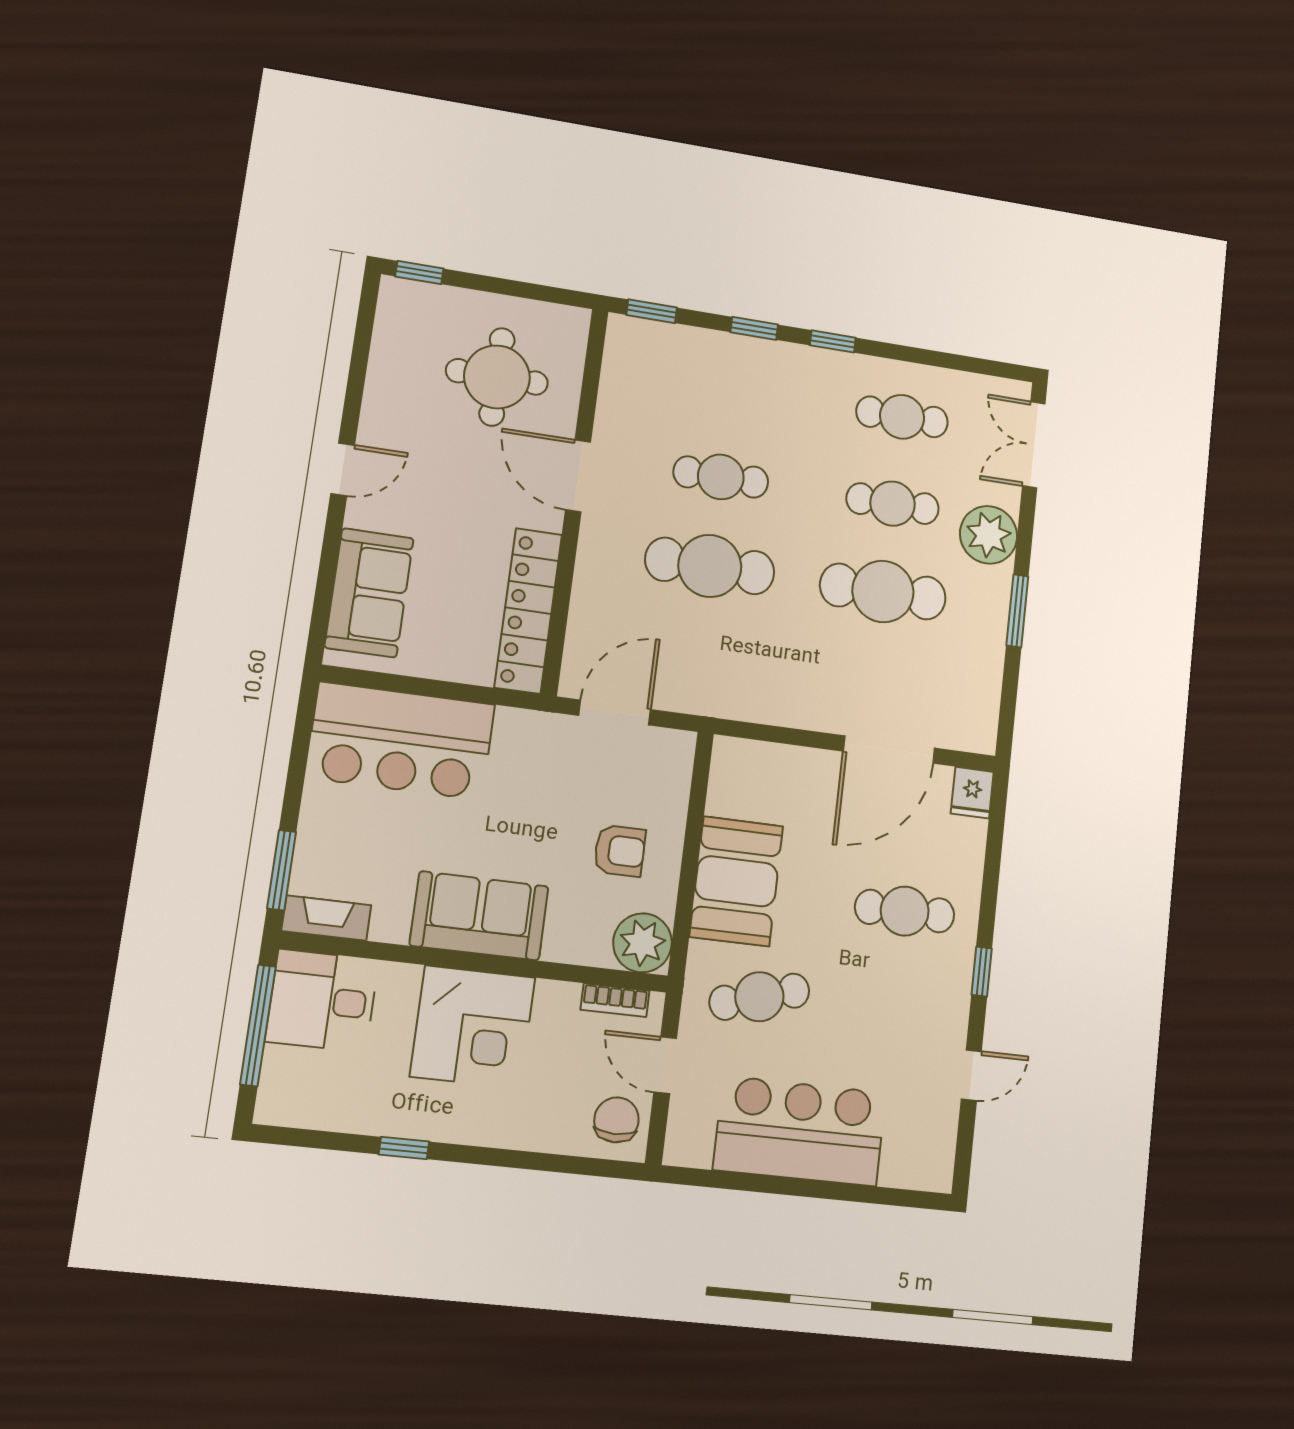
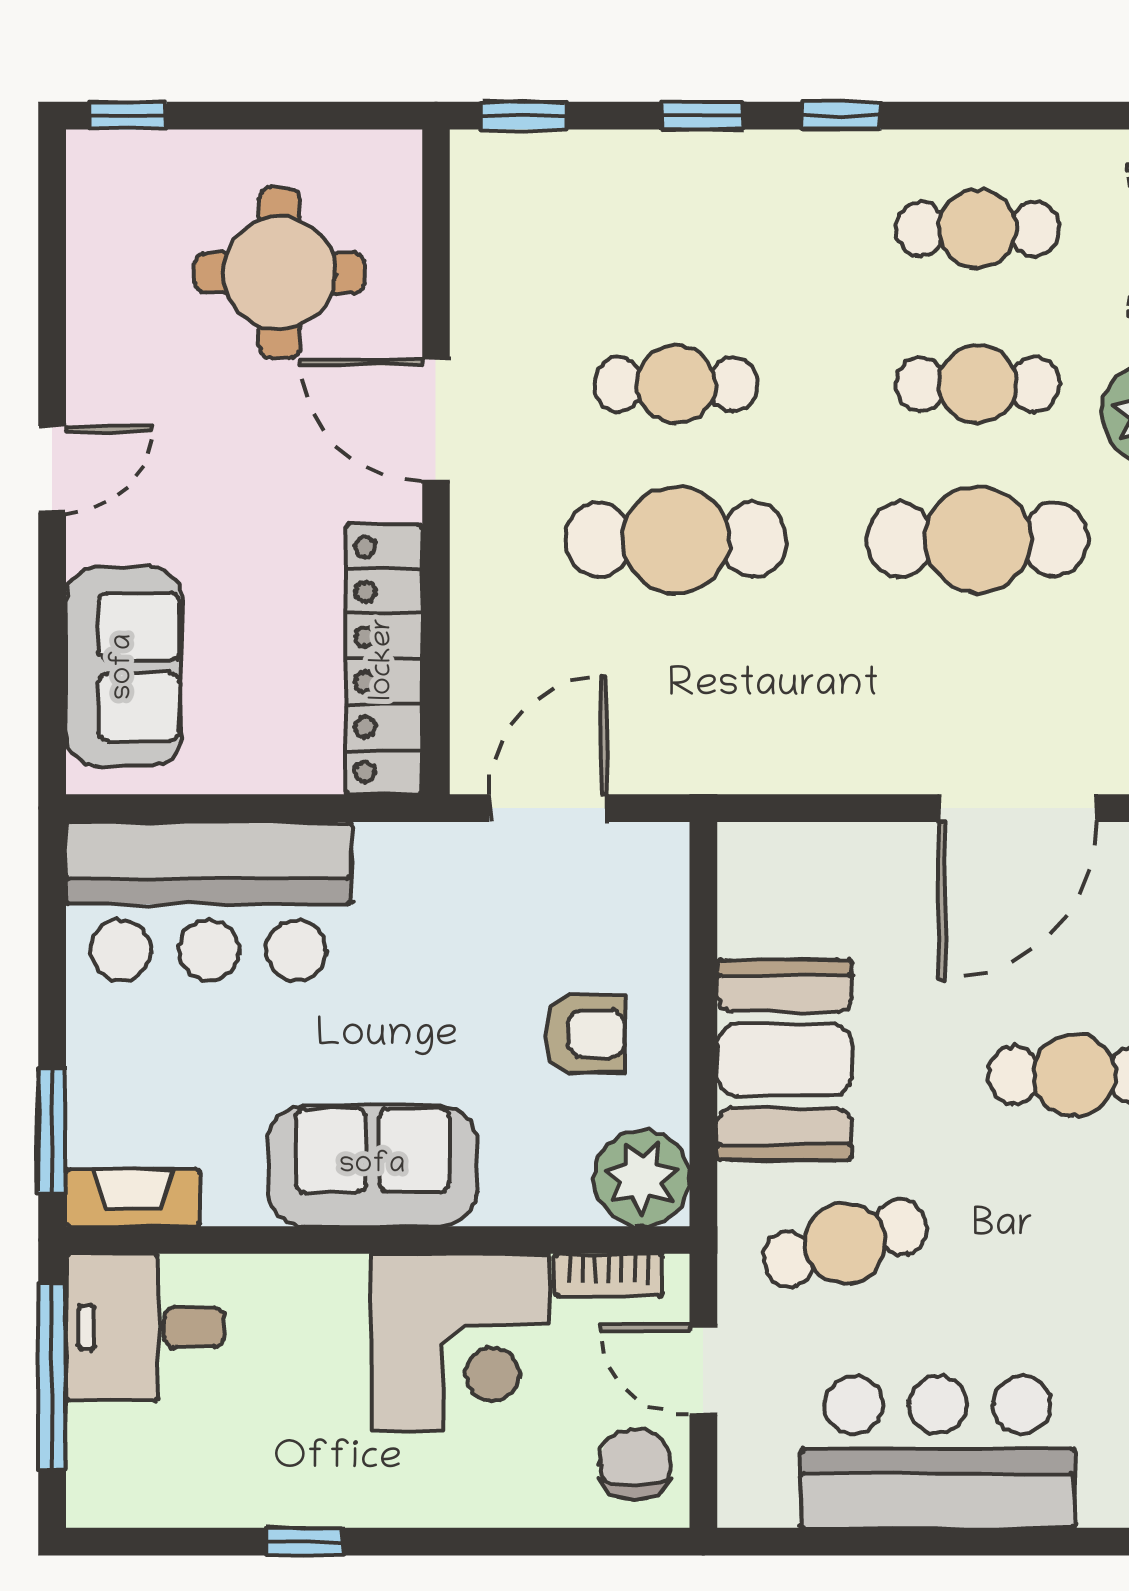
corner desk: (473, 1027) -> (461, 1342), moved

